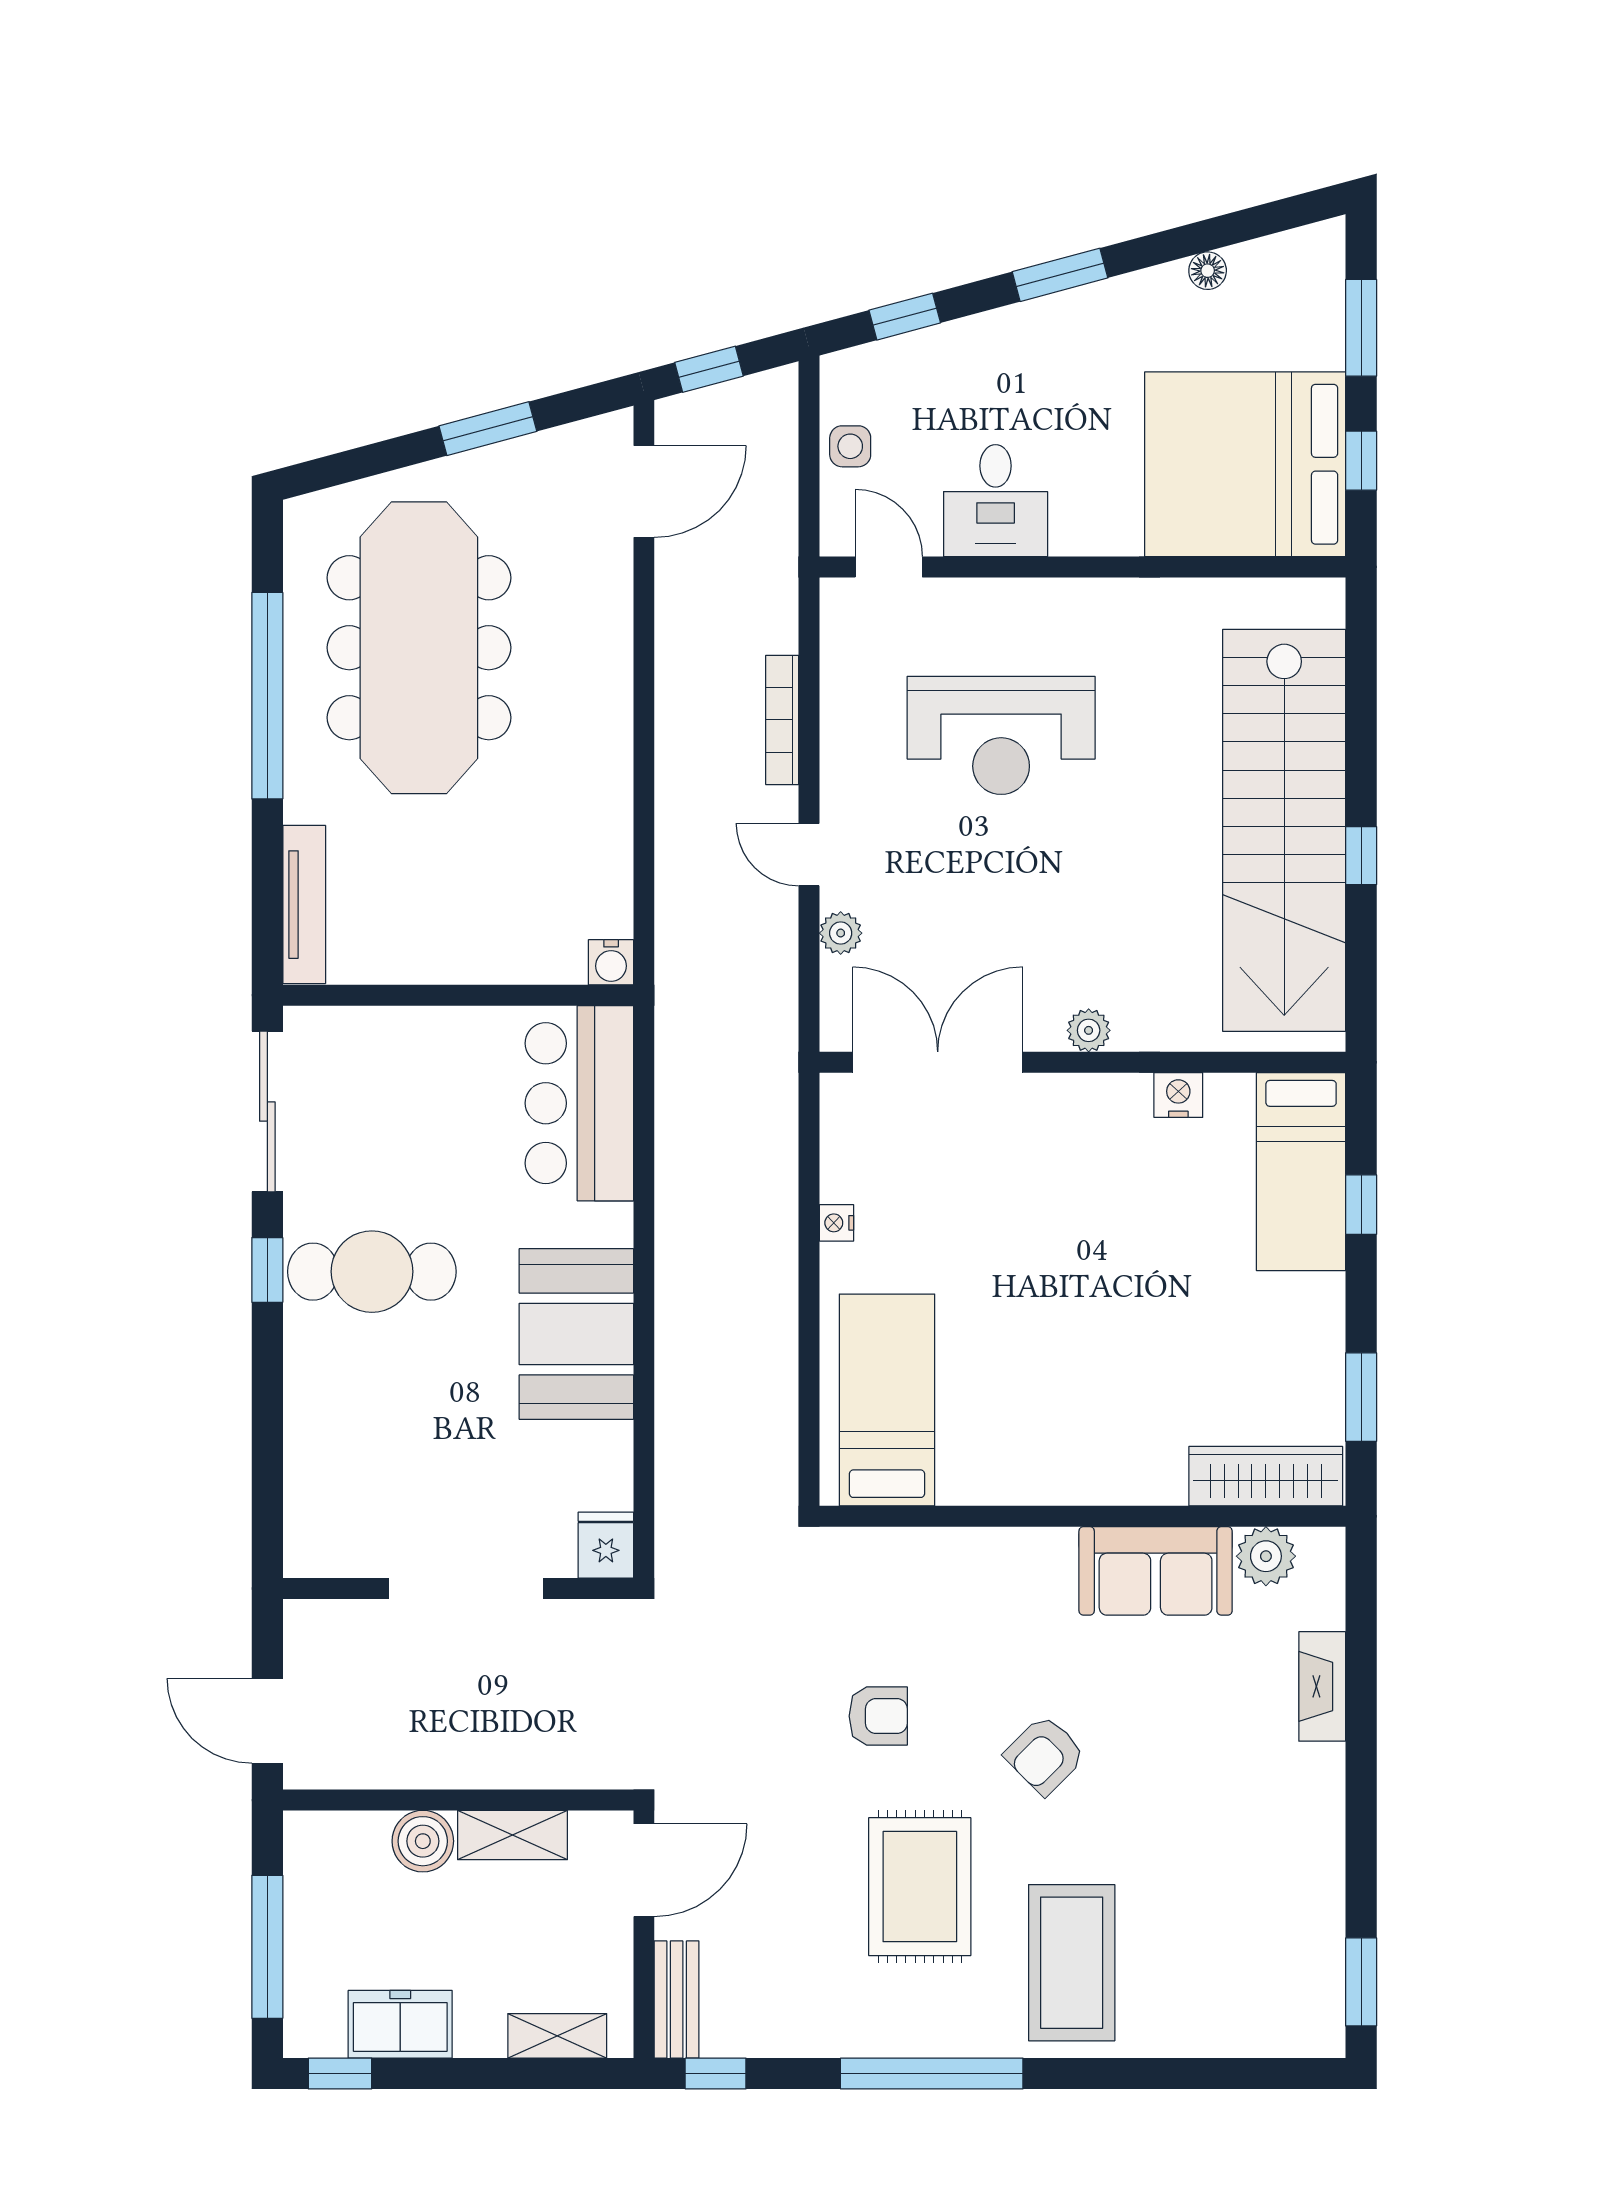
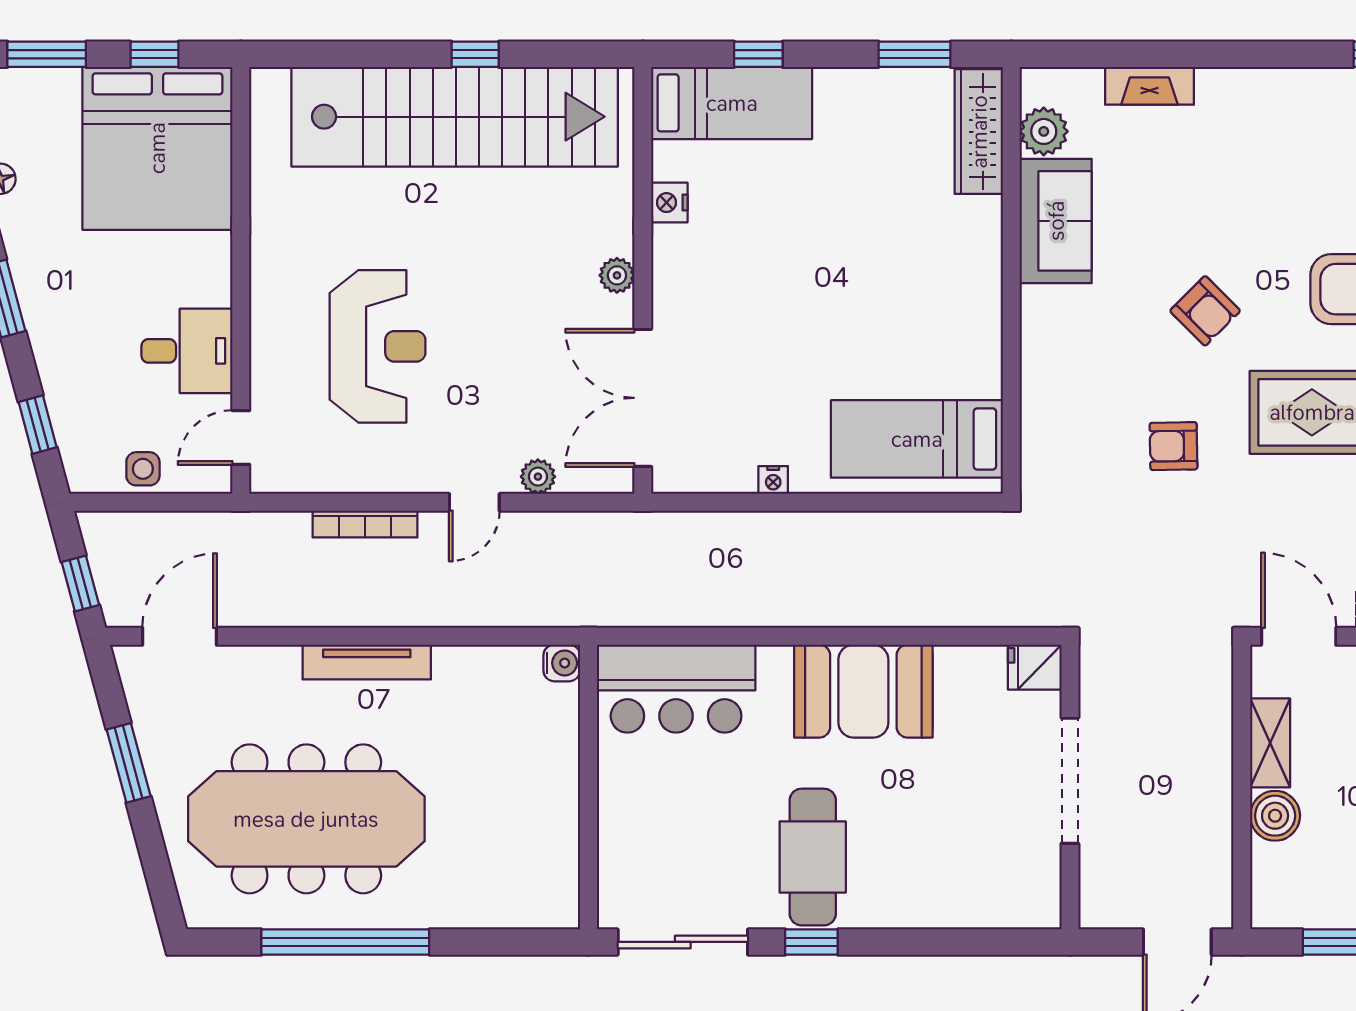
door: (644, 491) -> (180, 636), hinge flipped
tv unit: (304, 905) -> (367, 662), moved, turned 180
armchair: (878, 1716) -> (1173, 446), turned -91

